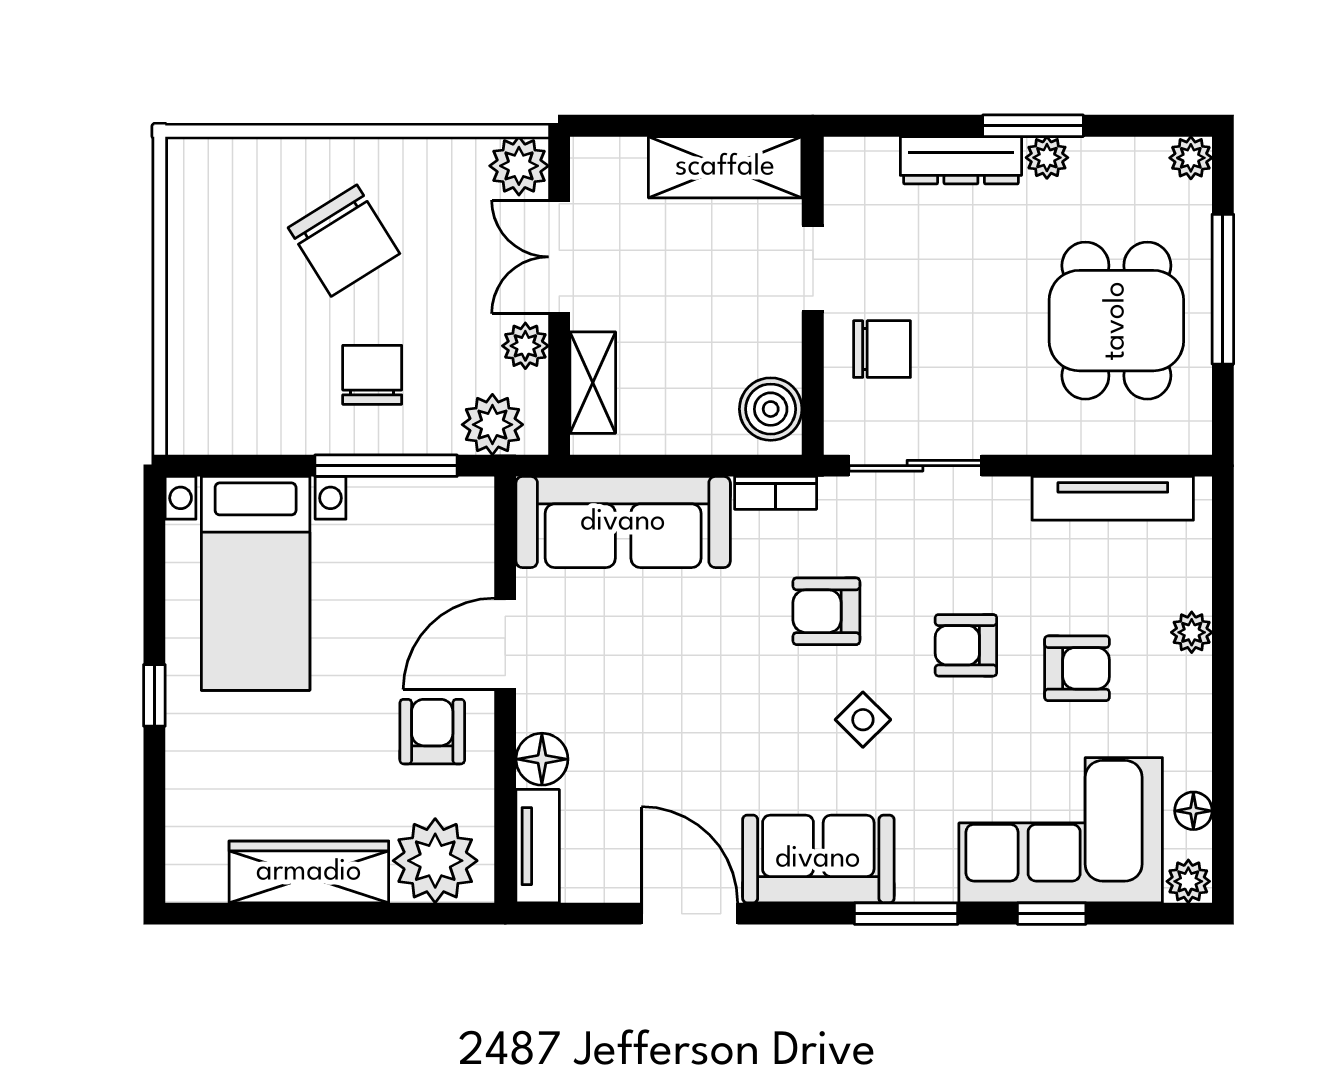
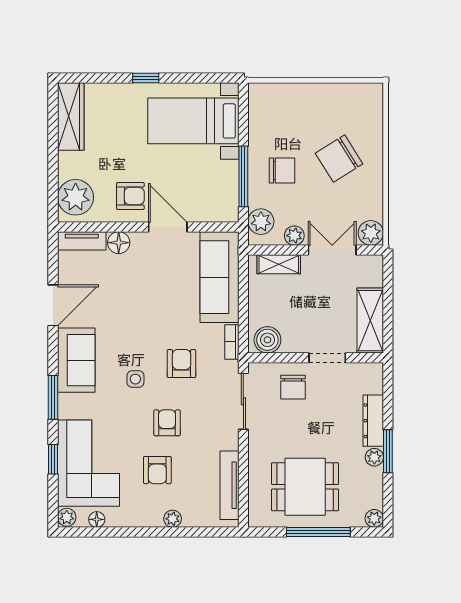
side table: (863, 720) -> (135, 379), turned 45
wardrobe: (309, 872) -> (71, 116), moved

